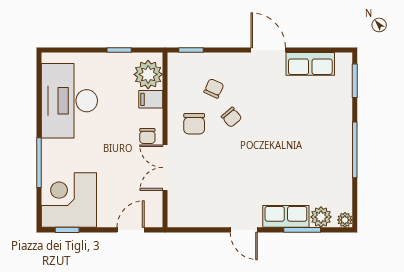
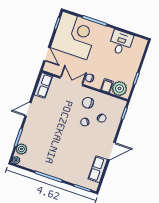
desk: (69, 101) -> (121, 43), width x0.53, depth x0.77
corner desk: (69, 200) -> (75, 36), width x1.36, depth x1.36
row of seats: (286, 216) -> (43, 85), moved

